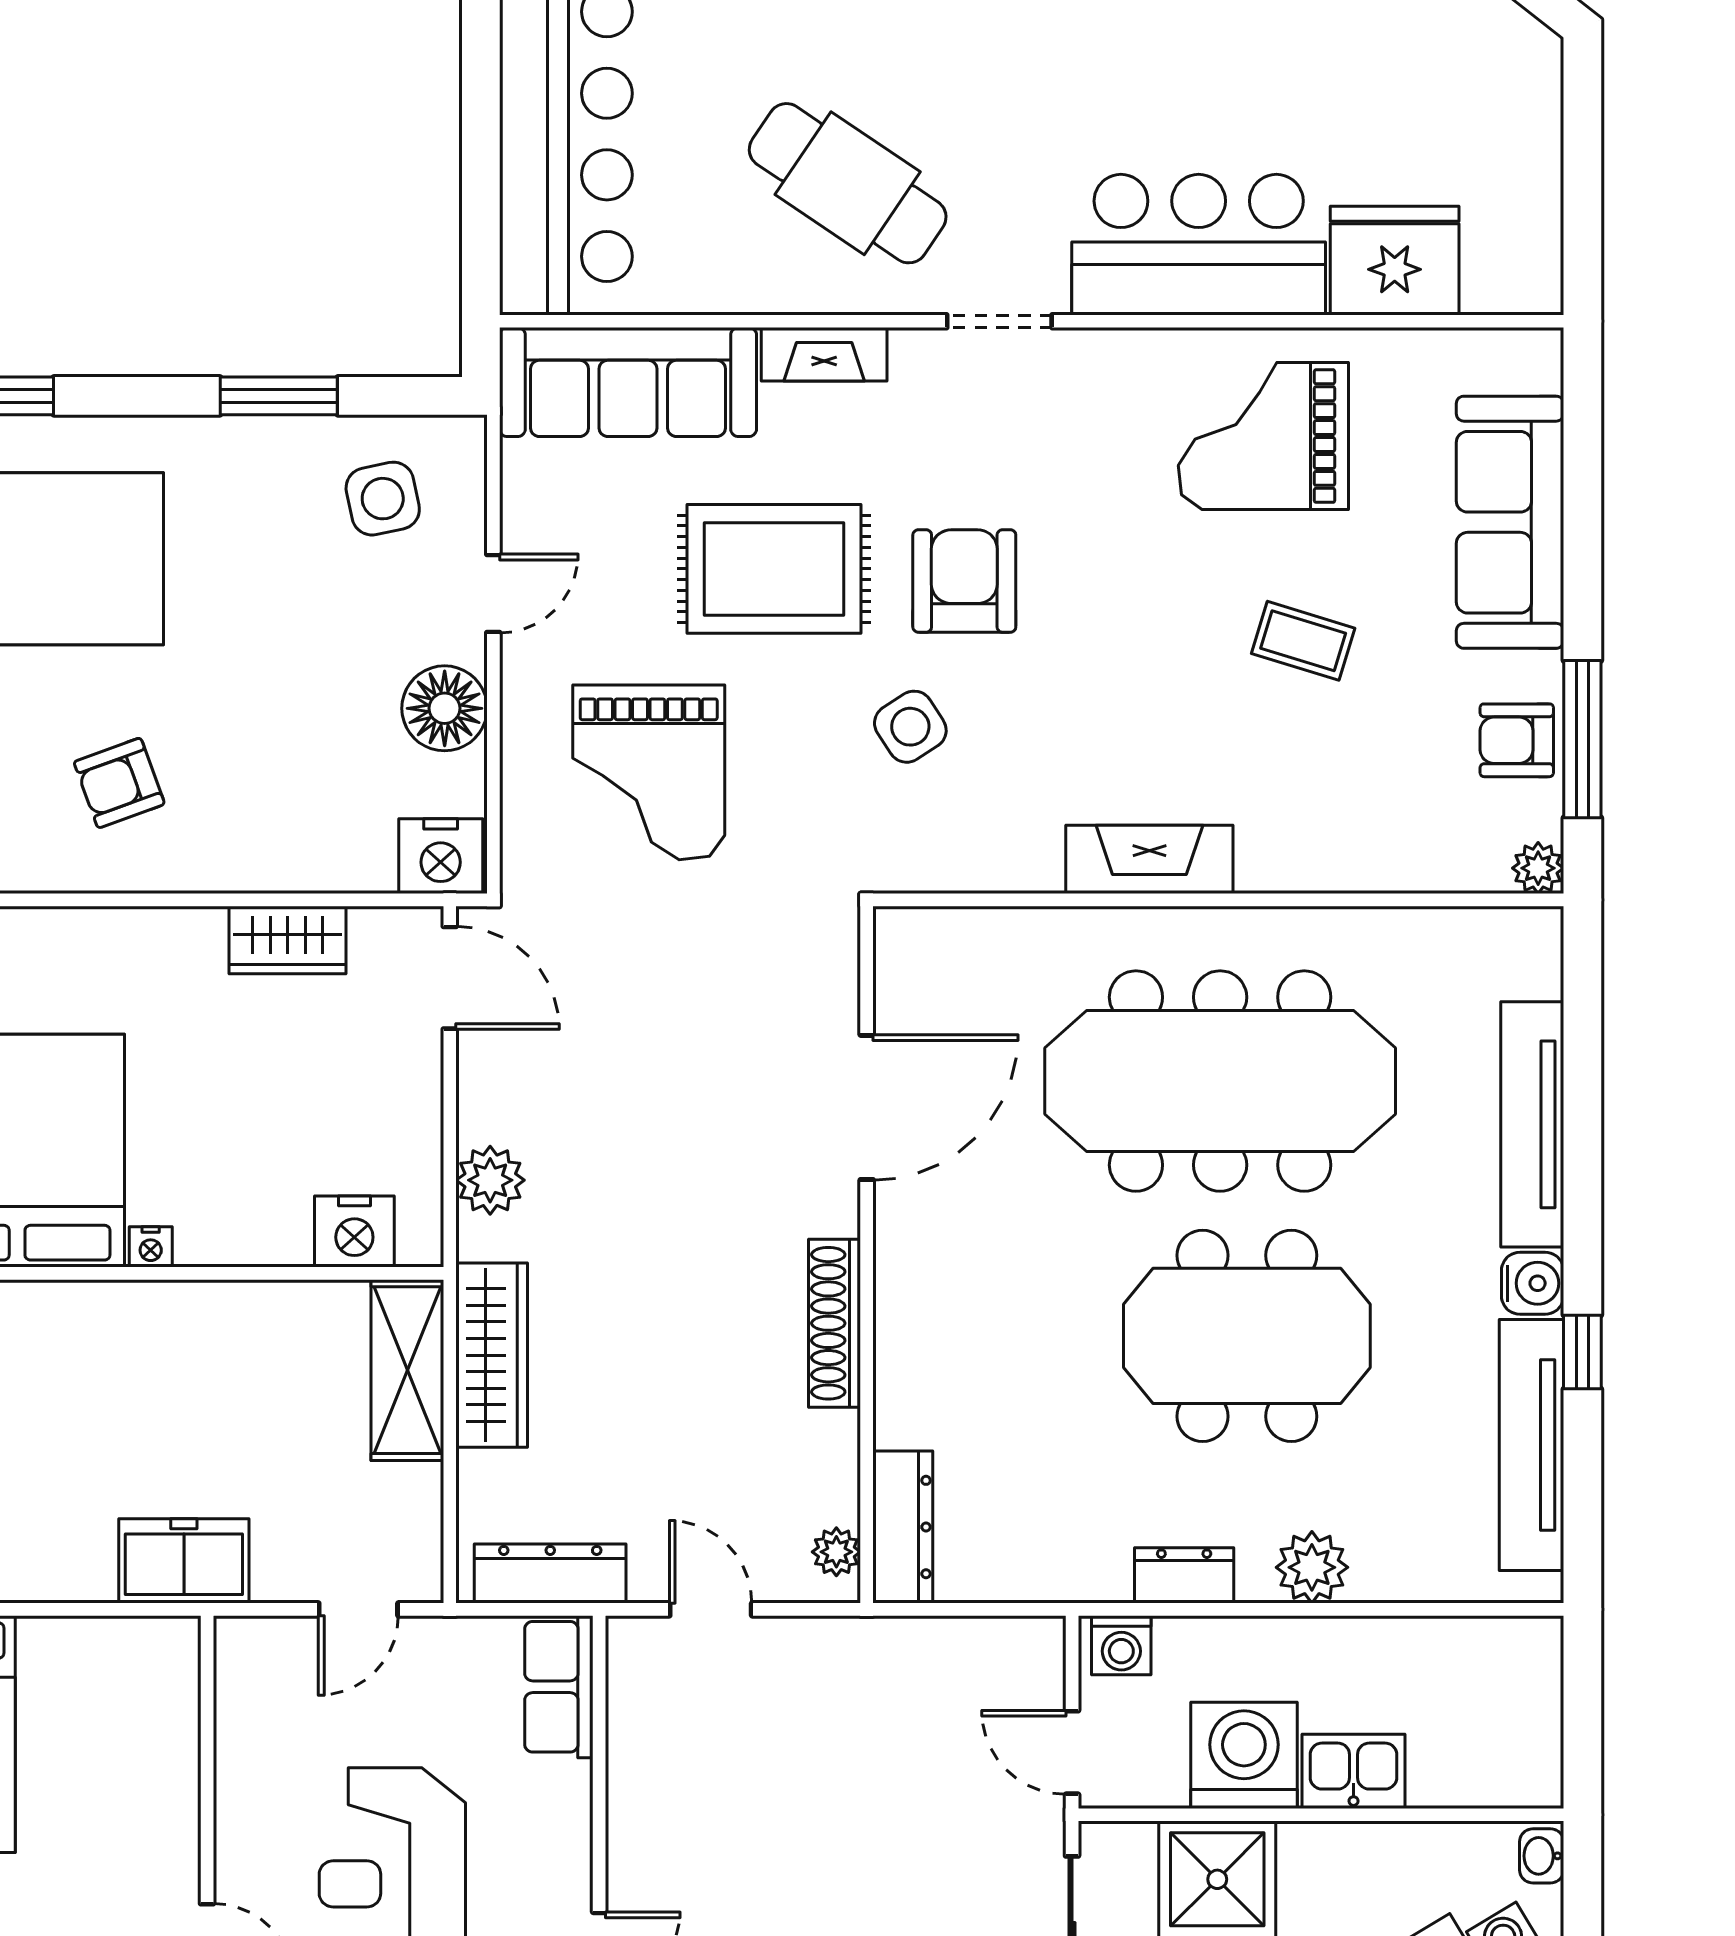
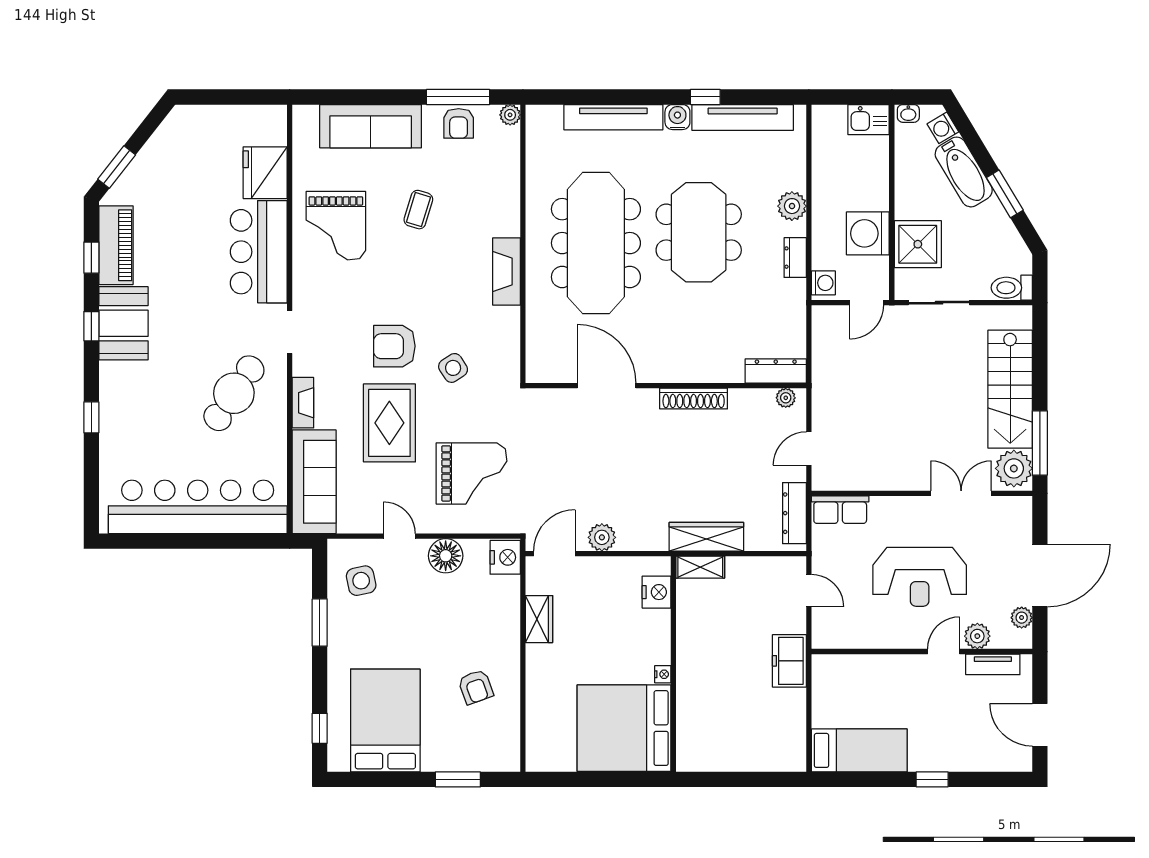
plant: (490, 1180) -> (602, 537), moved
shelving: (407, 1370) -> (700, 567), width x0.67, depth x0.75
kitchen sink: (1354, 1771) -> (869, 120), moved, turned -90

